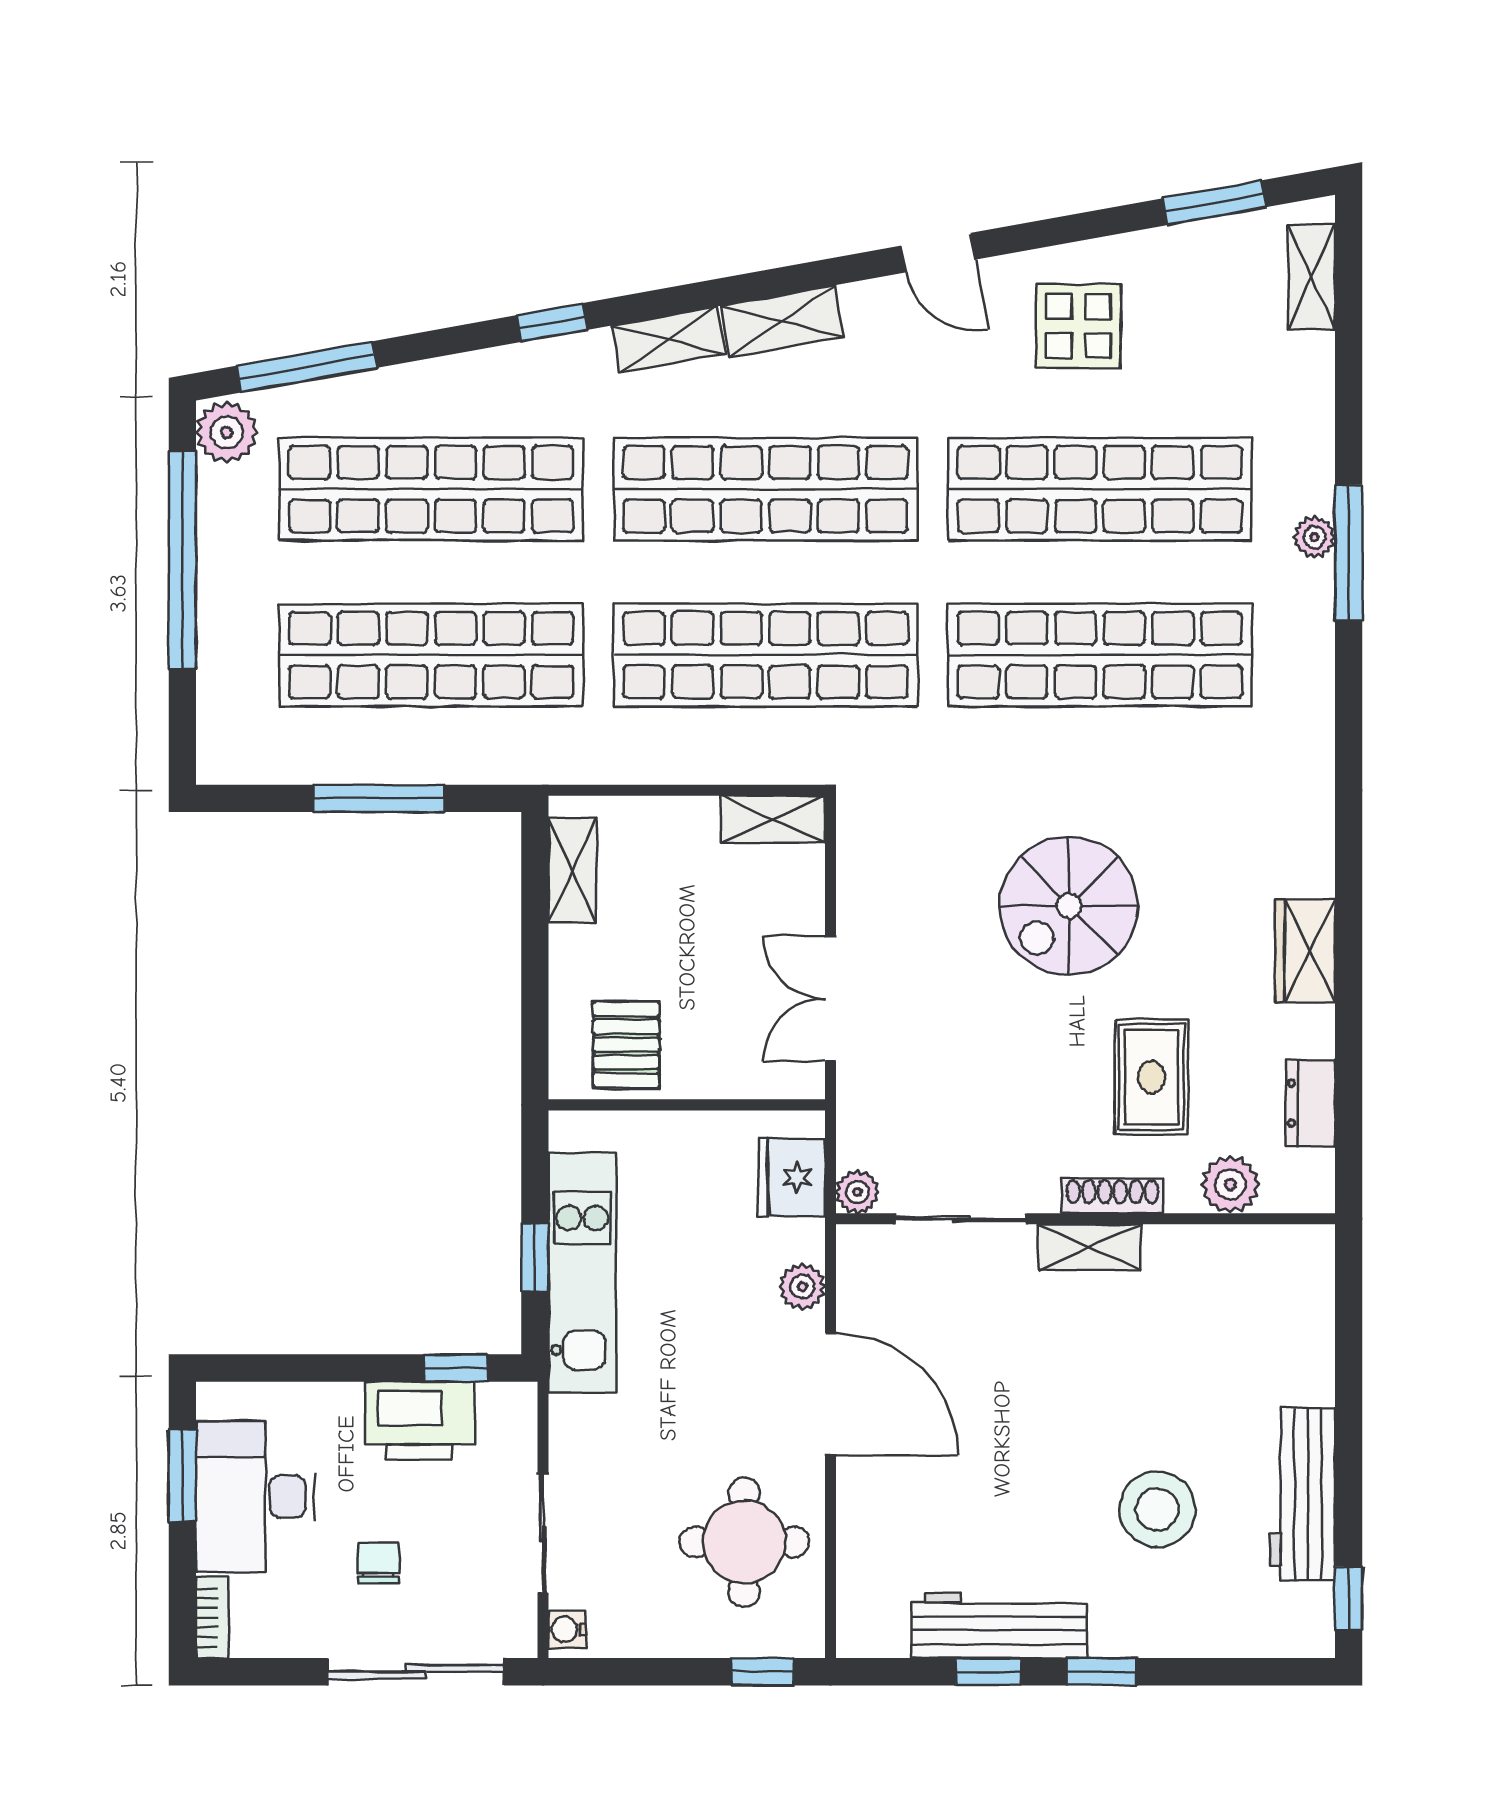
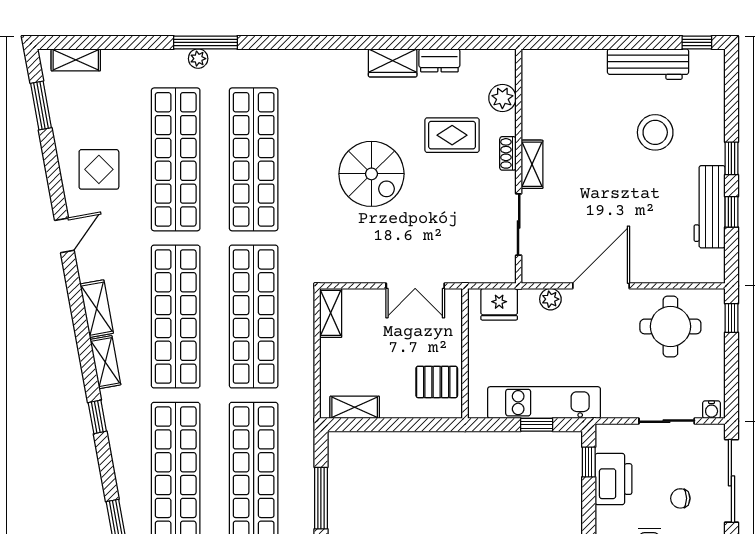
dresser: (1311, 1103) -> (439, 60), moved
plant: (857, 1192) -> (506, 273), removed
shoe rack: (1112, 1196) -> (508, 153), width x0.70

